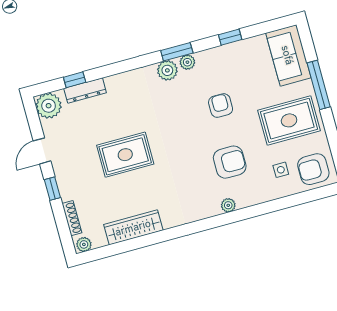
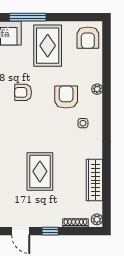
side table: (281, 170) -> (83, 123), moved
plant: (228, 205) -> (97, 89), moved

